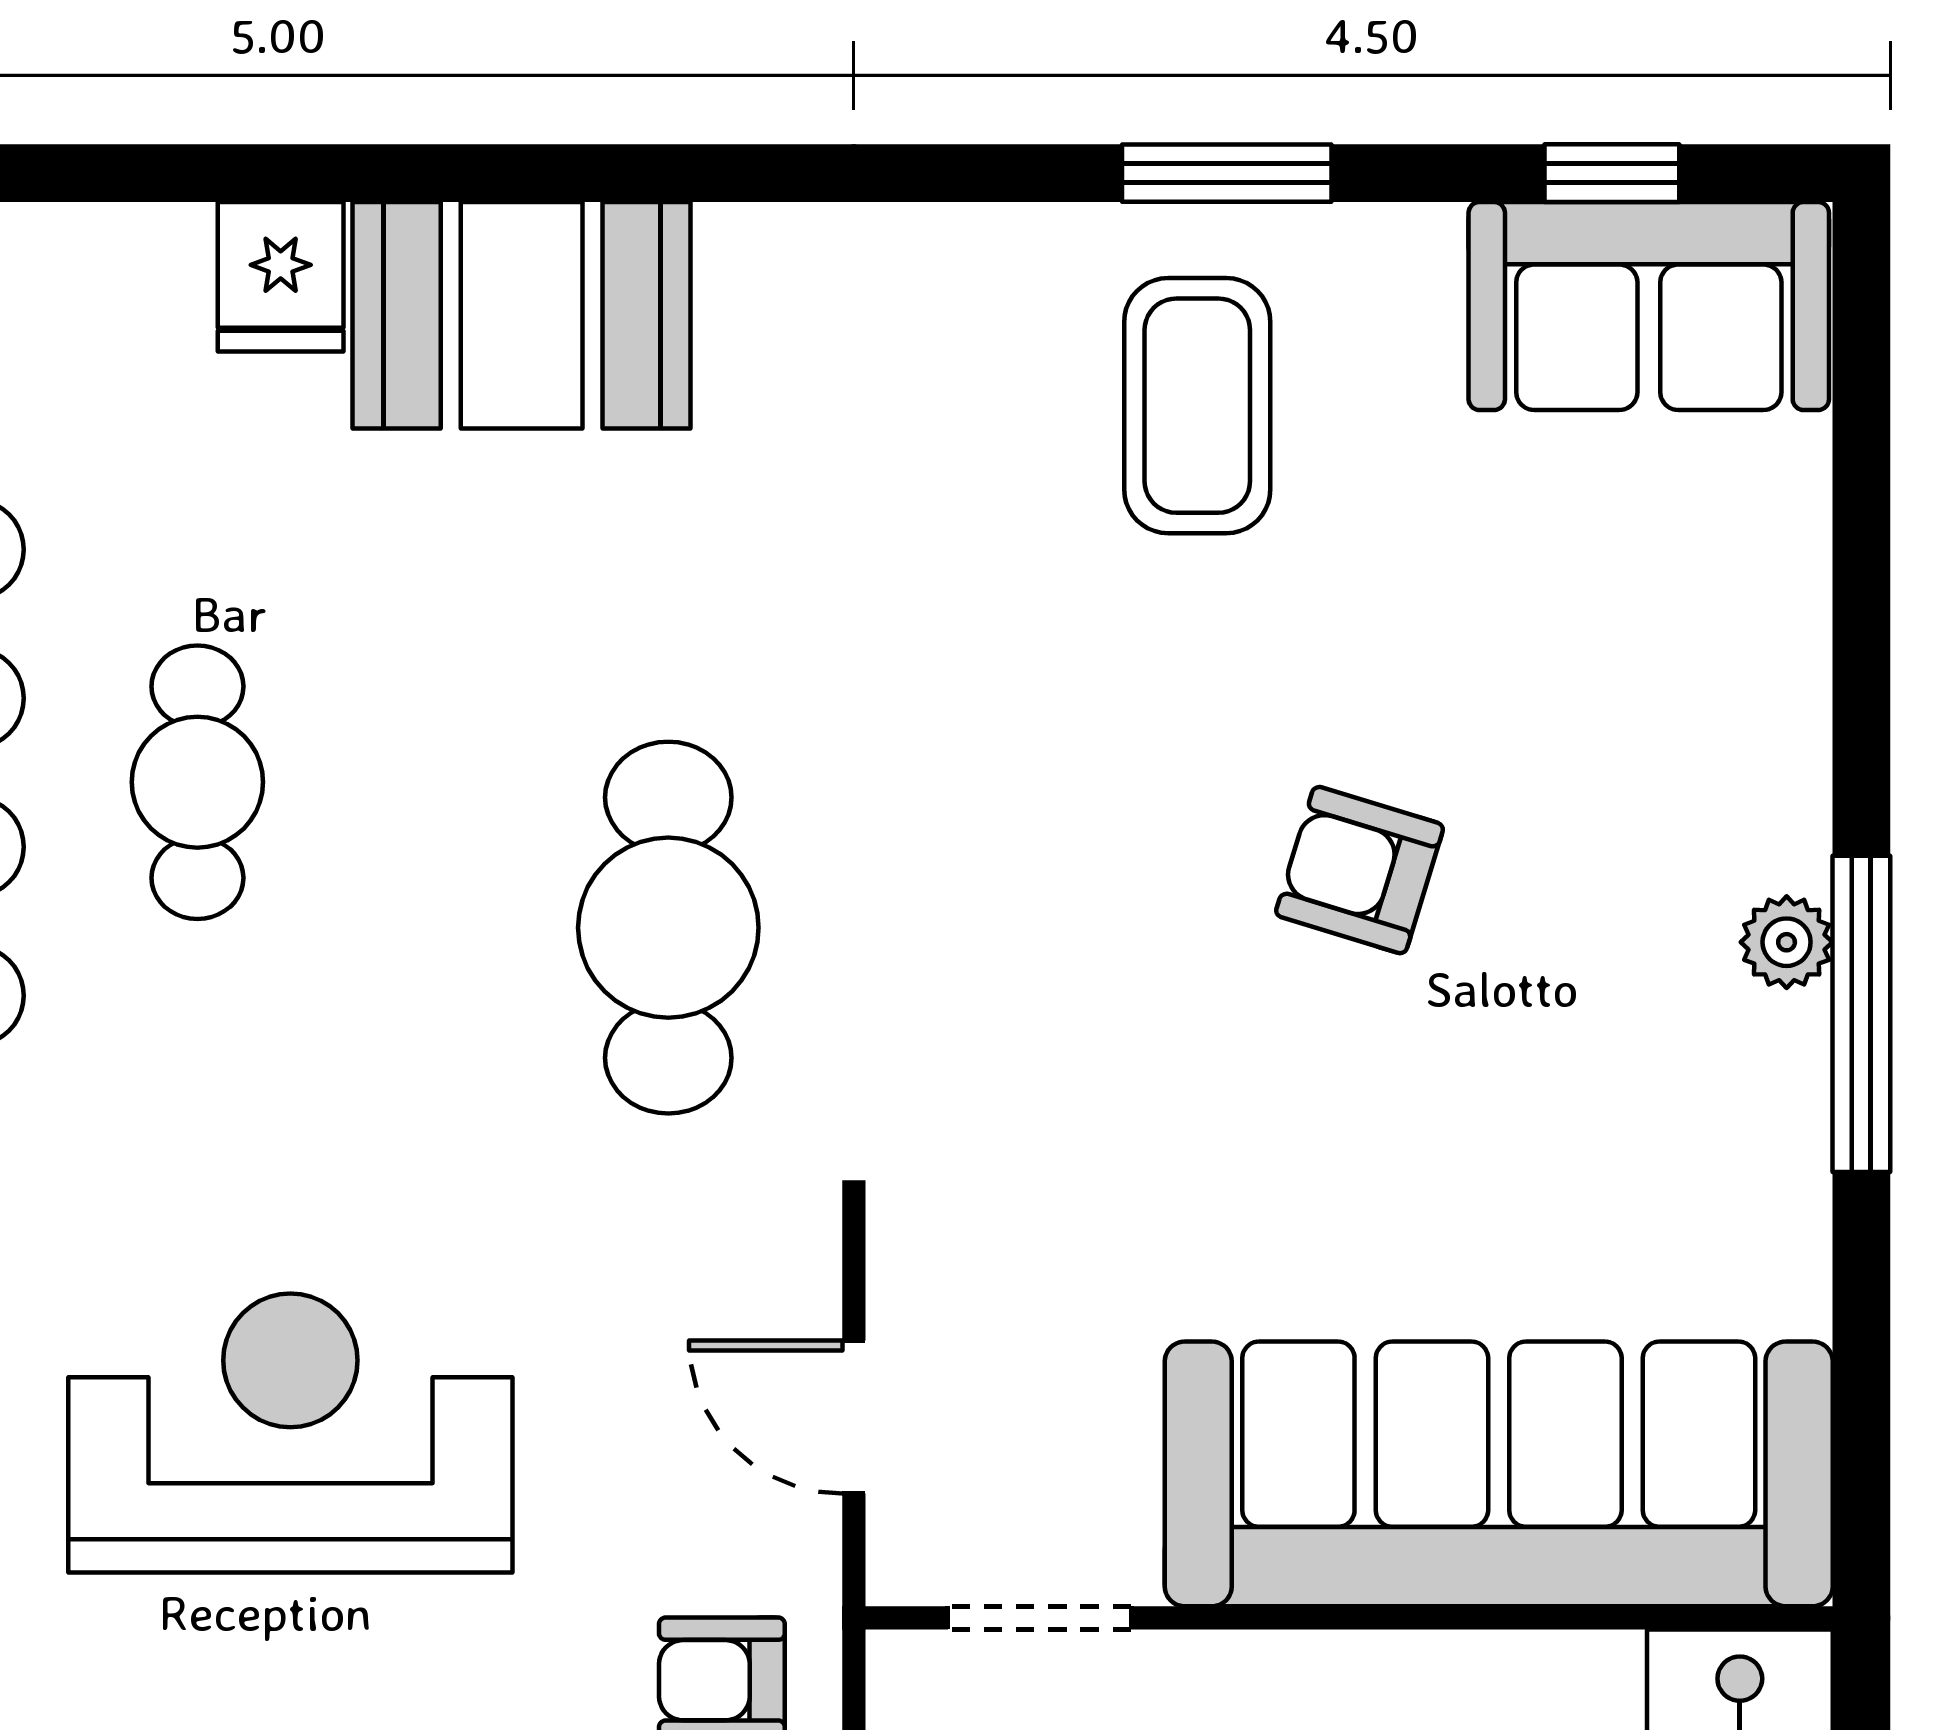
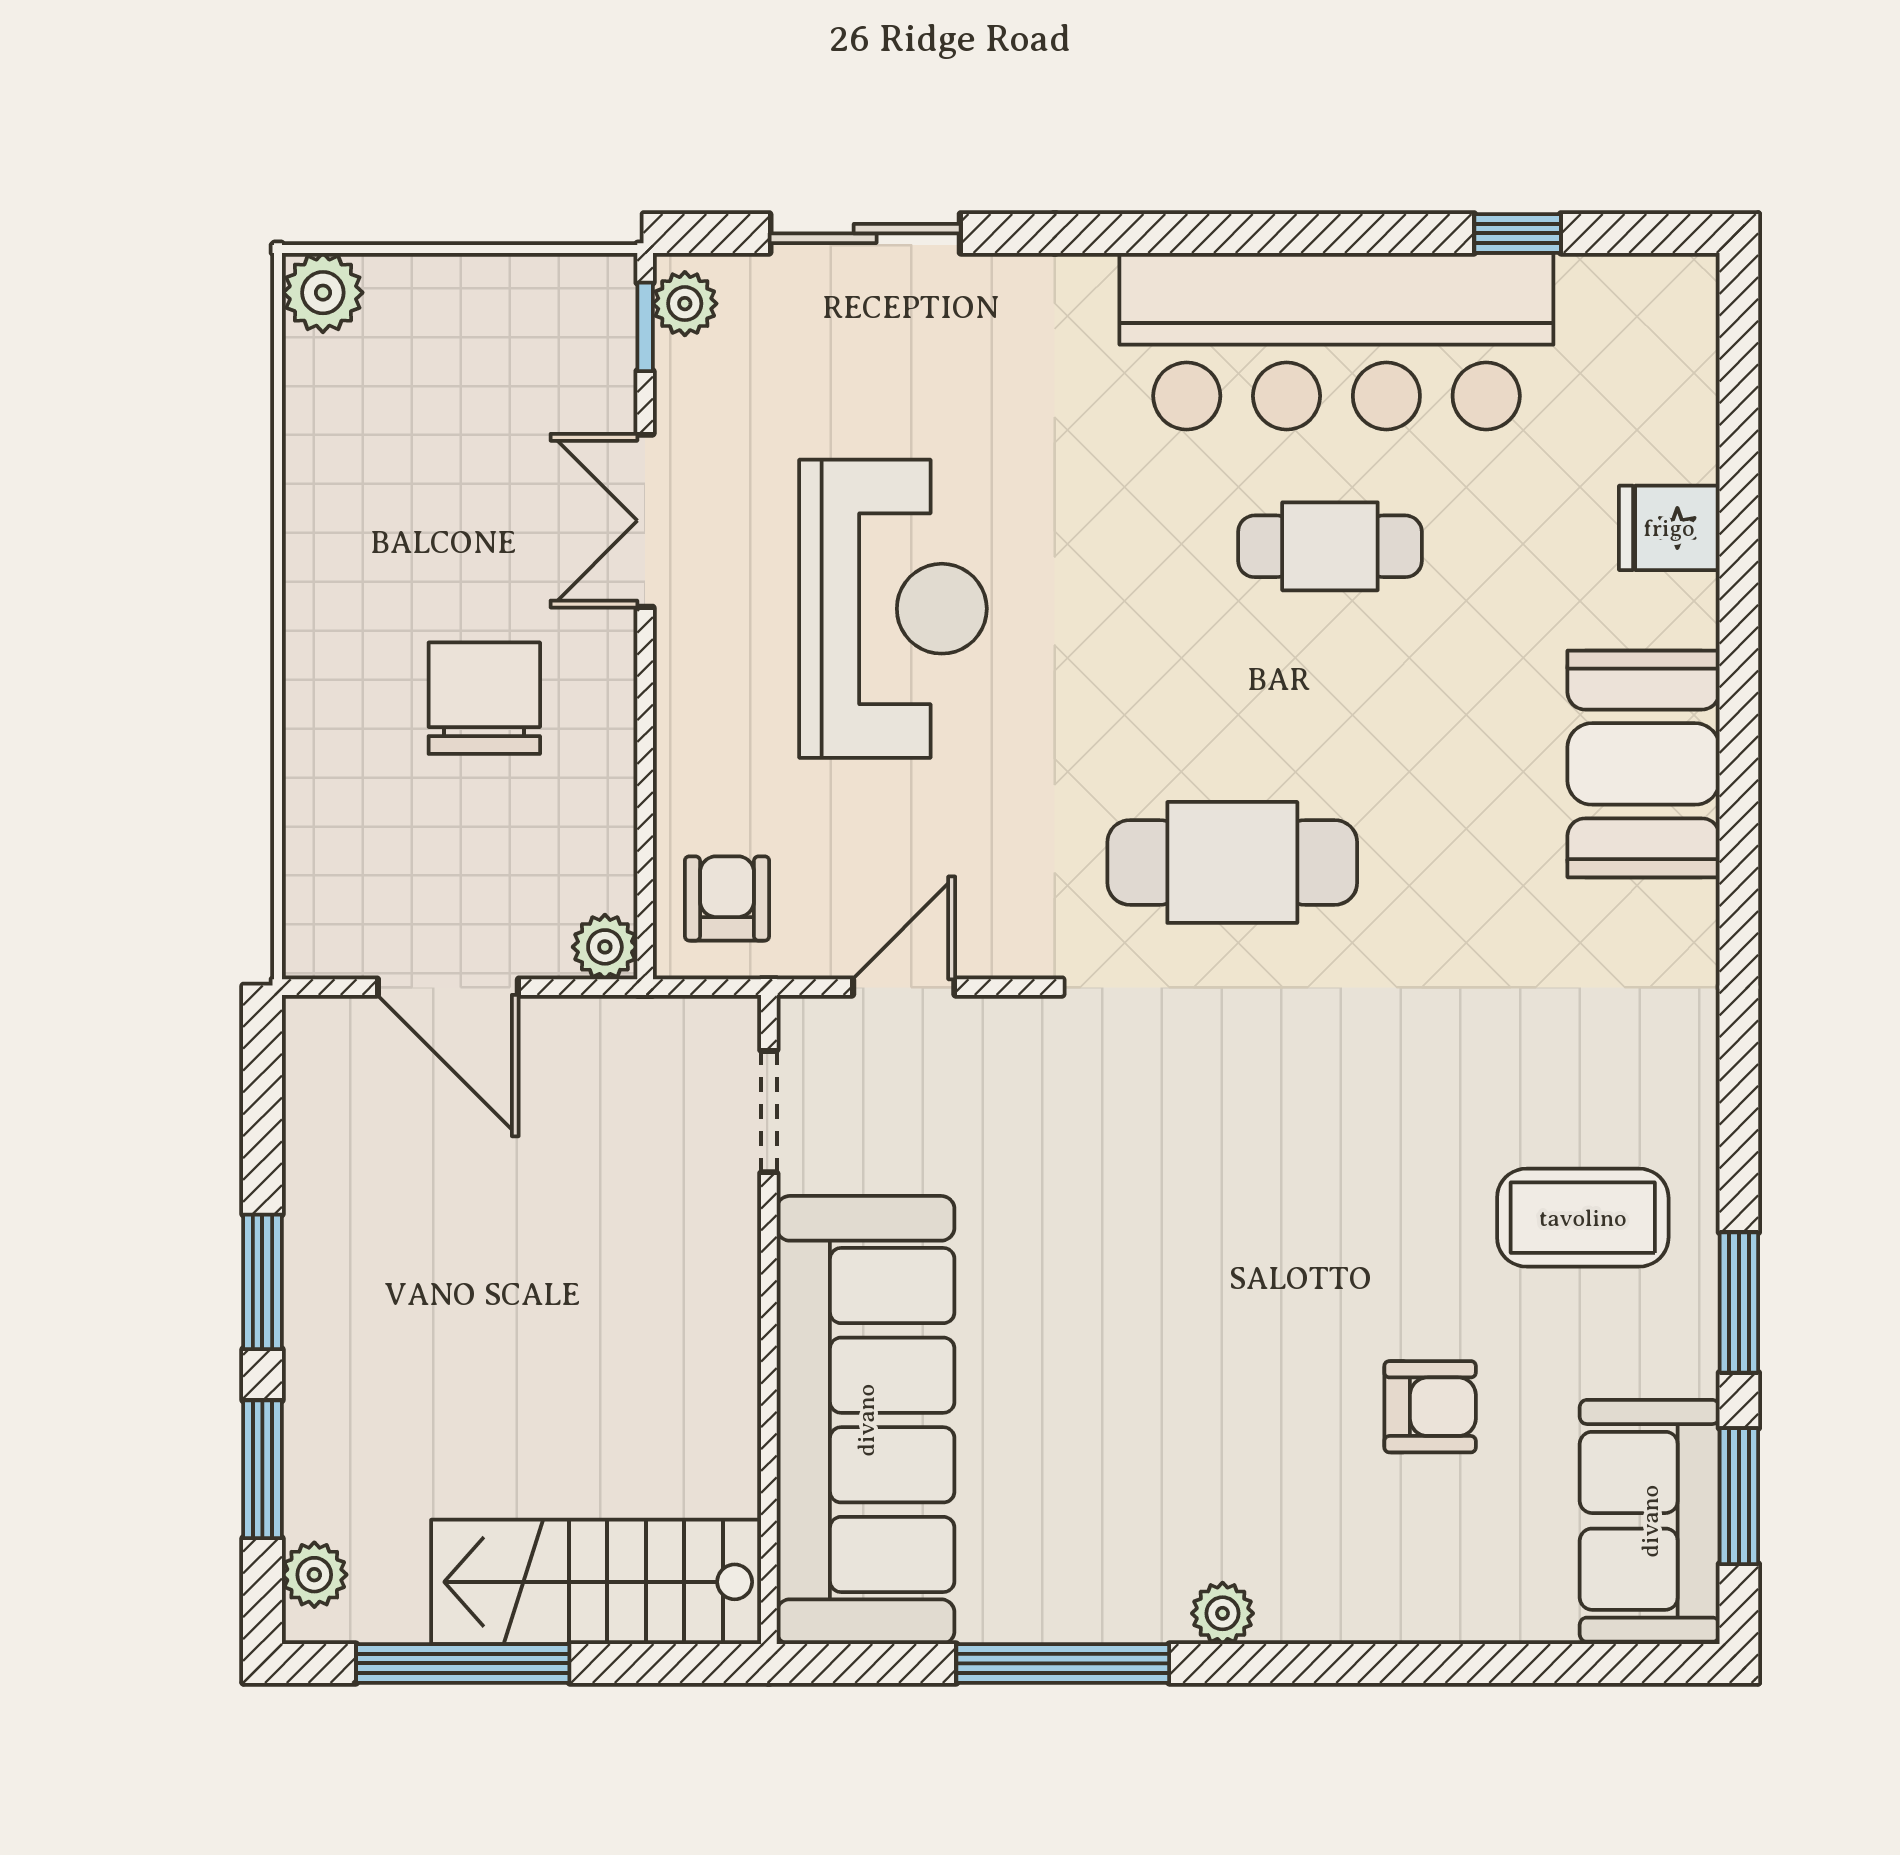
window: (1227, 173) -> (1739, 1303), moved
window: (1612, 173) -> (1739, 1496), width x1.50
fridge: (281, 277) -> (1669, 528), moved
armchair: (1360, 870) -> (1430, 1407), moved, turned 73
window: (1861, 1014) -> (1063, 1663), moved

